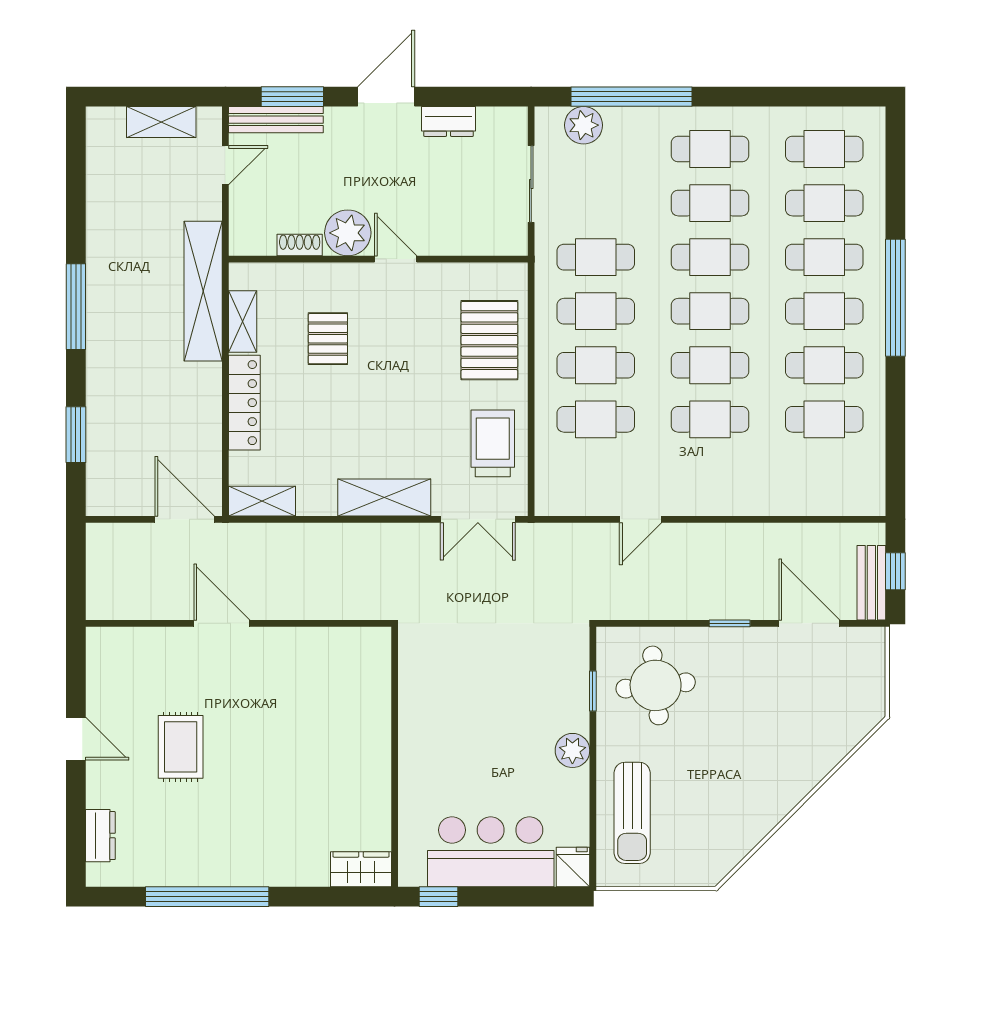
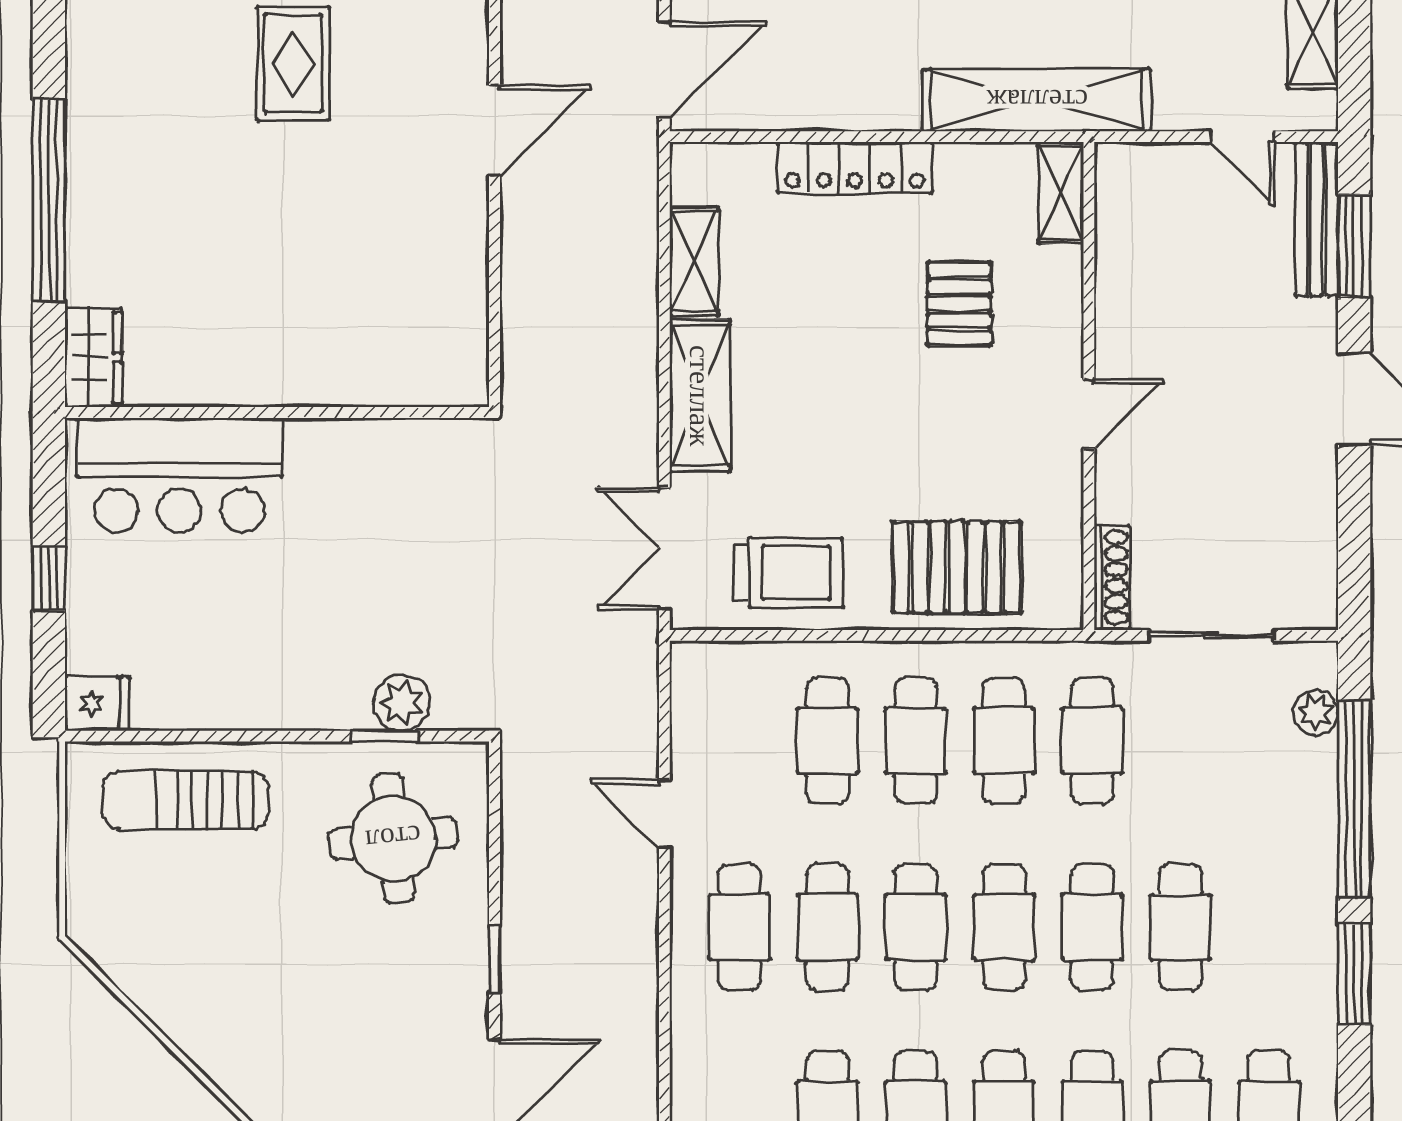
window: (739, 97) -> (1354, 974), added
dresser: (449, 121) -> (1314, 501), removed
plant: (584, 125) -> (1316, 712), width x0.73, depth x0.73
cafe table: (710, 149) -> (739, 927), moved
plant: (348, 233) -> (1132, 336), removed
shoe rack: (300, 245) -> (1112, 578), moved, width x1.43
shelving: (243, 322) -> (1061, 193), moved, turned 90
pallet: (328, 339) -> (959, 304), turned 90
shelving: (262, 501) -> (694, 261), moved
rug: (181, 747) -> (293, 63), turned 90
plant: (572, 750) -> (402, 703), moved
bar counter: (491, 852) -> (179, 475), moved, turned 90
window: (207, 897) -> (49, 200), moved
window: (438, 897) -> (49, 579), moved

